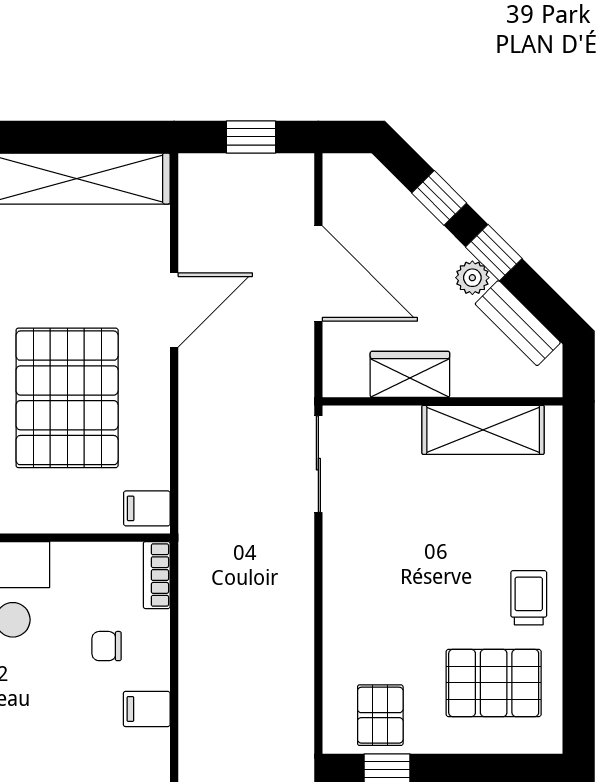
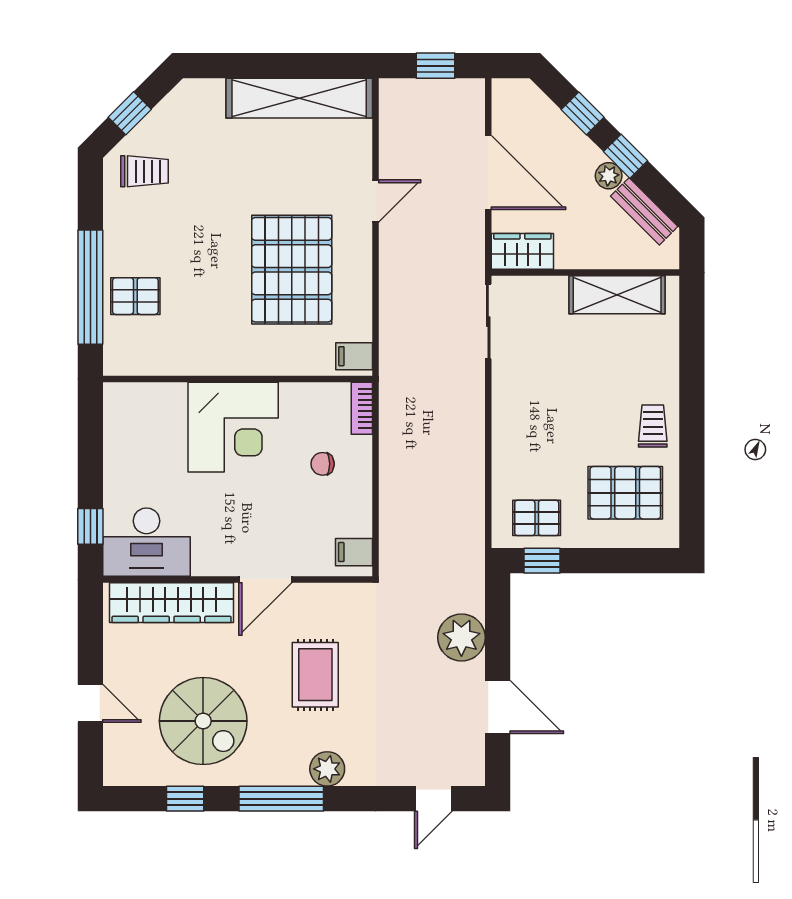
door: (174, 310) -> (375, 201), width x0.73
wardrobe: (410, 374) -> (522, 251), moved
filing cabinet: (147, 709) -> (354, 552), moved
pallet: (380, 715) -> (537, 518), turned 90

